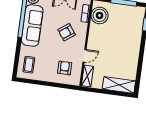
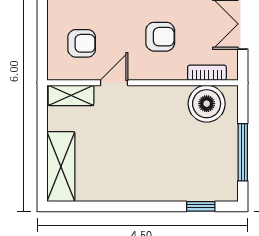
armchair: (67, 32) -> (160, 37), turned 126
door: (84, 56) -> (114, 83), swing flipped

